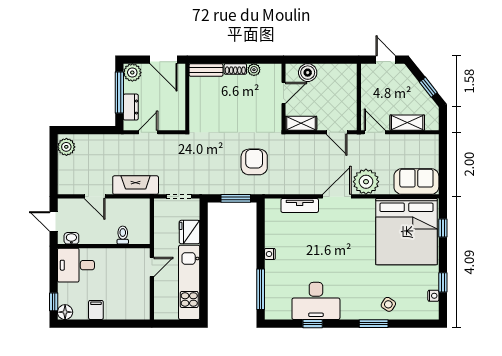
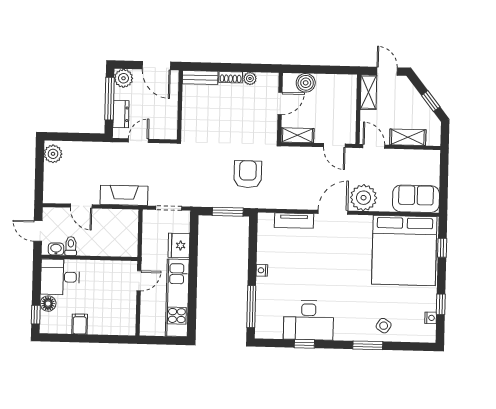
shelving: (368, 80) -> (368, 92), added
toilet: (123, 235) -> (71, 246), moved
floor lamp: (65, 312) -> (48, 304), moved

